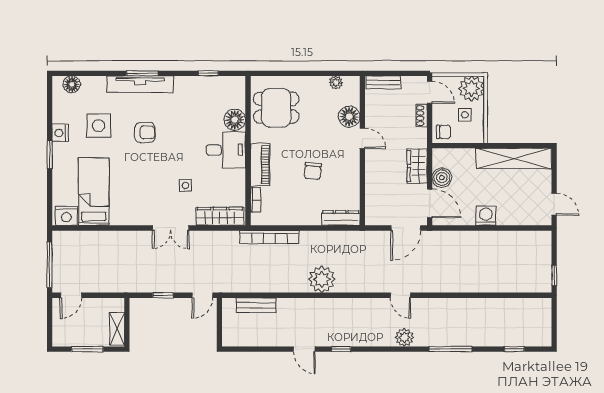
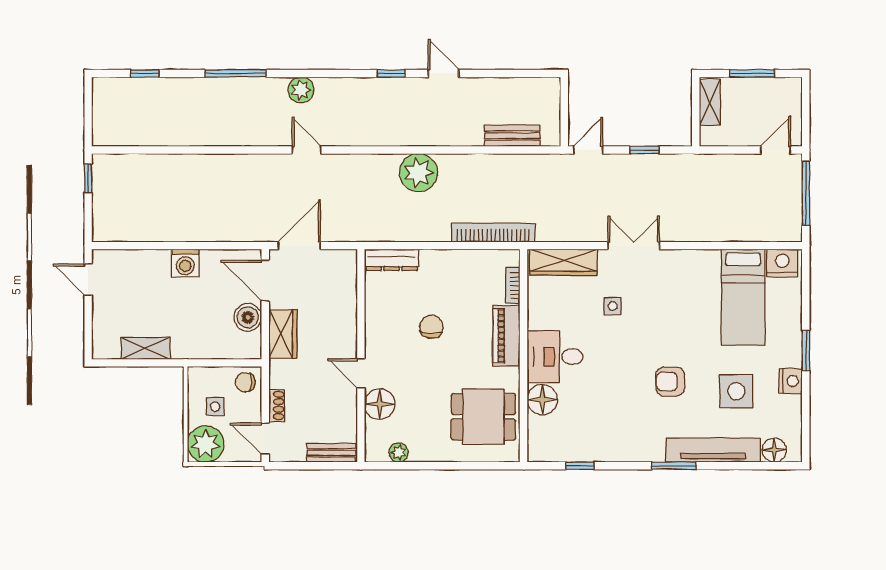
tv unit: (140, 84) -> (713, 450), moved
shelving: (514, 158) -> (146, 348), width x0.45, depth x0.75

